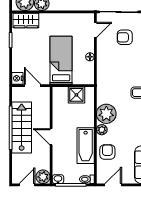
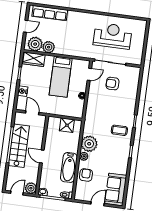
bed: (61, 60) -> (61, 77), moved, turned 180
nightstand: (17, 78) -> (23, 91), moved
door: (113, 185) -> (98, 204), moved

